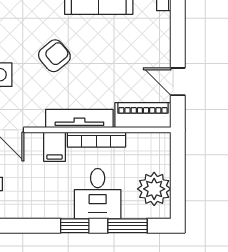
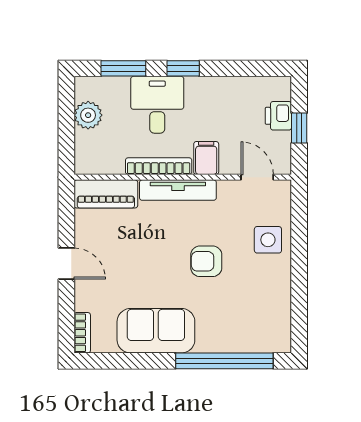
armchair: (54, 56) -> (206, 261), turned 40
door: (178, 82) -> (66, 264), moved
plant: (154, 189) -> (88, 115), width x0.73, depth x0.73

